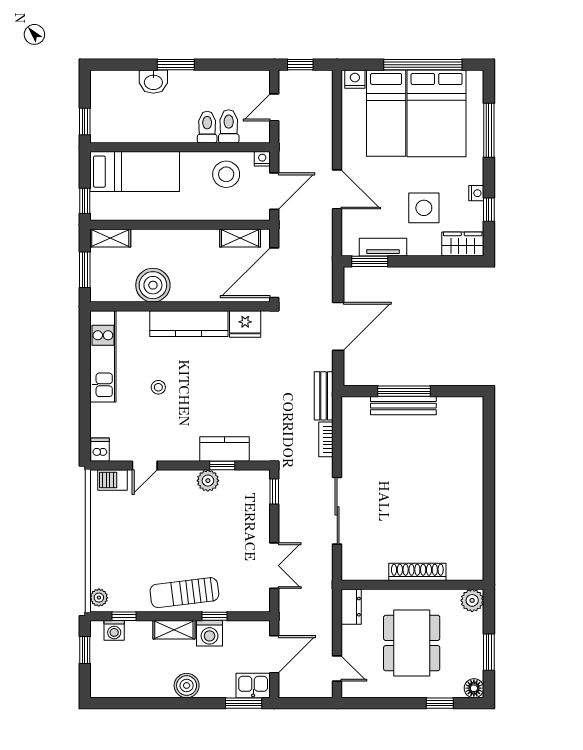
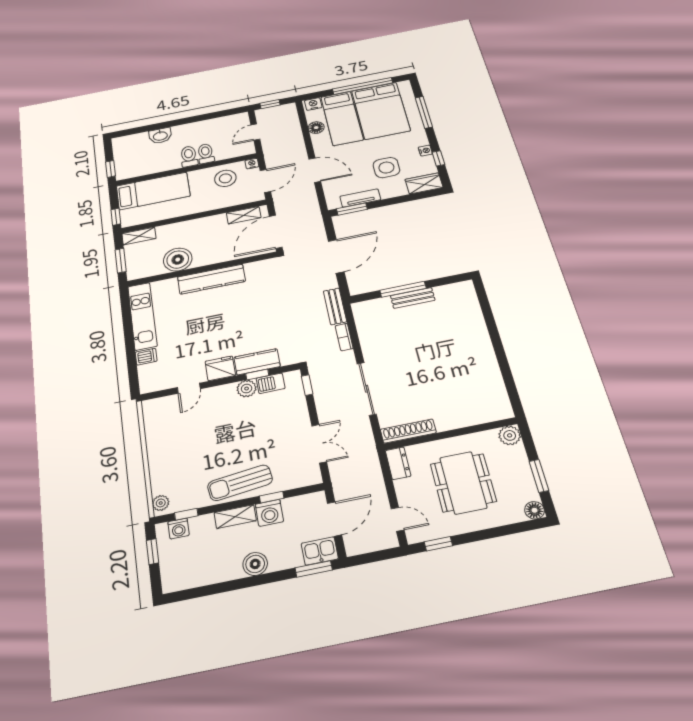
window: (176, 65) -> (176, 123), removed
floor lamp: (351, 120) -> (316, 128), added
toilet: (229, 126) -> (189, 156), moved
fridge: (245, 324) -> (220, 368), moved, turned 180
stool: (158, 387) -> (192, 328), removed
bench: (403, 406) -> (413, 298), width x0.73
dishwasher: (100, 450) -> (146, 357), moved, turned 90
barbecue: (112, 480) -> (271, 383), moved
shoe rack: (417, 572) -> (408, 431), moved
window: (440, 703) -> (438, 544), moved

